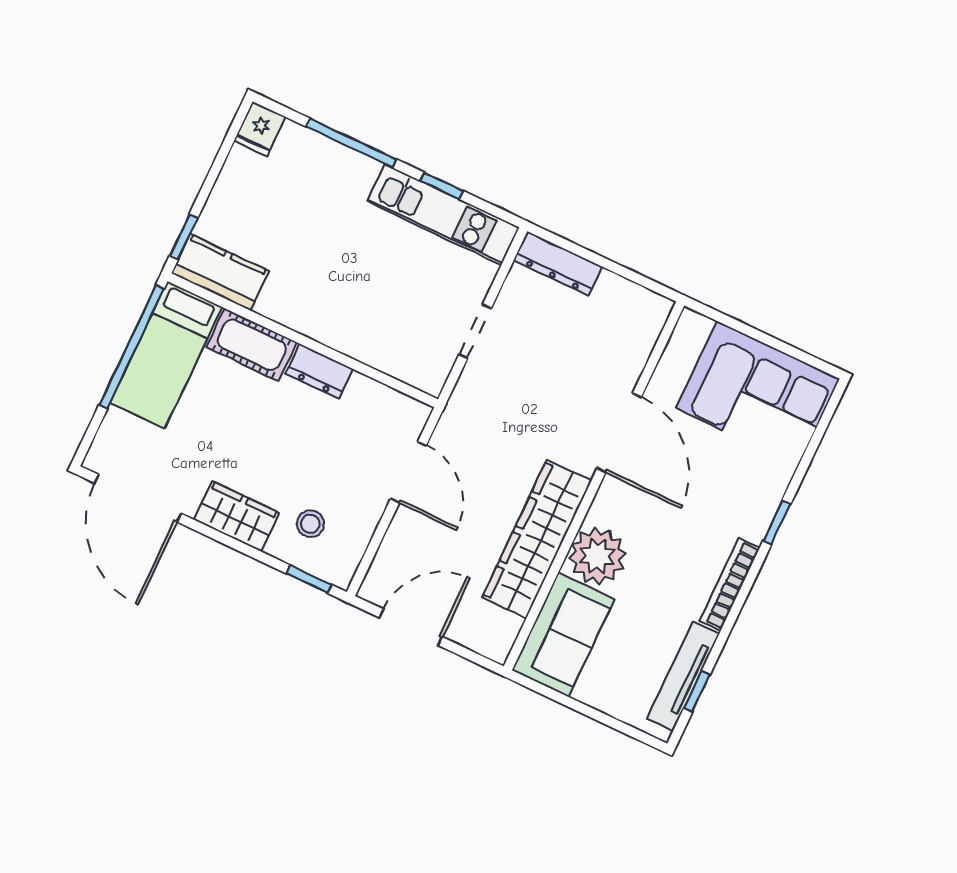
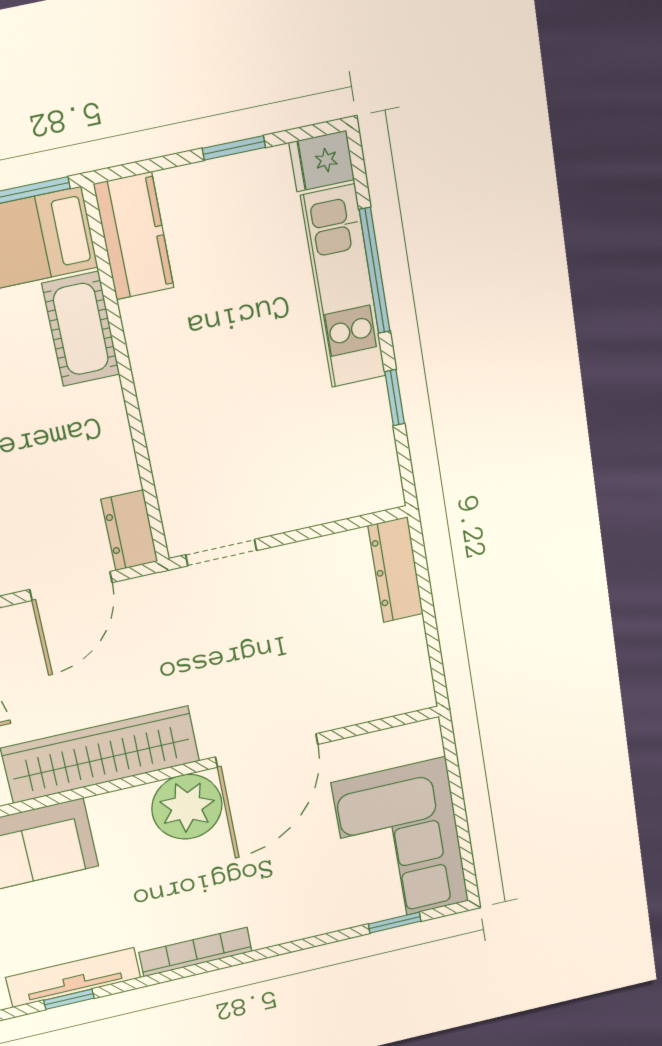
kitchen unit: (443, 214) -> (343, 287), moved
window: (184, 237) -> (234, 148), moved
doorway: (475, 331) -> (221, 553), moved
dresser: (319, 371) -> (129, 530), moved
window: (777, 523) -> (395, 923), moved
plant: (597, 556) -> (187, 807), moved

